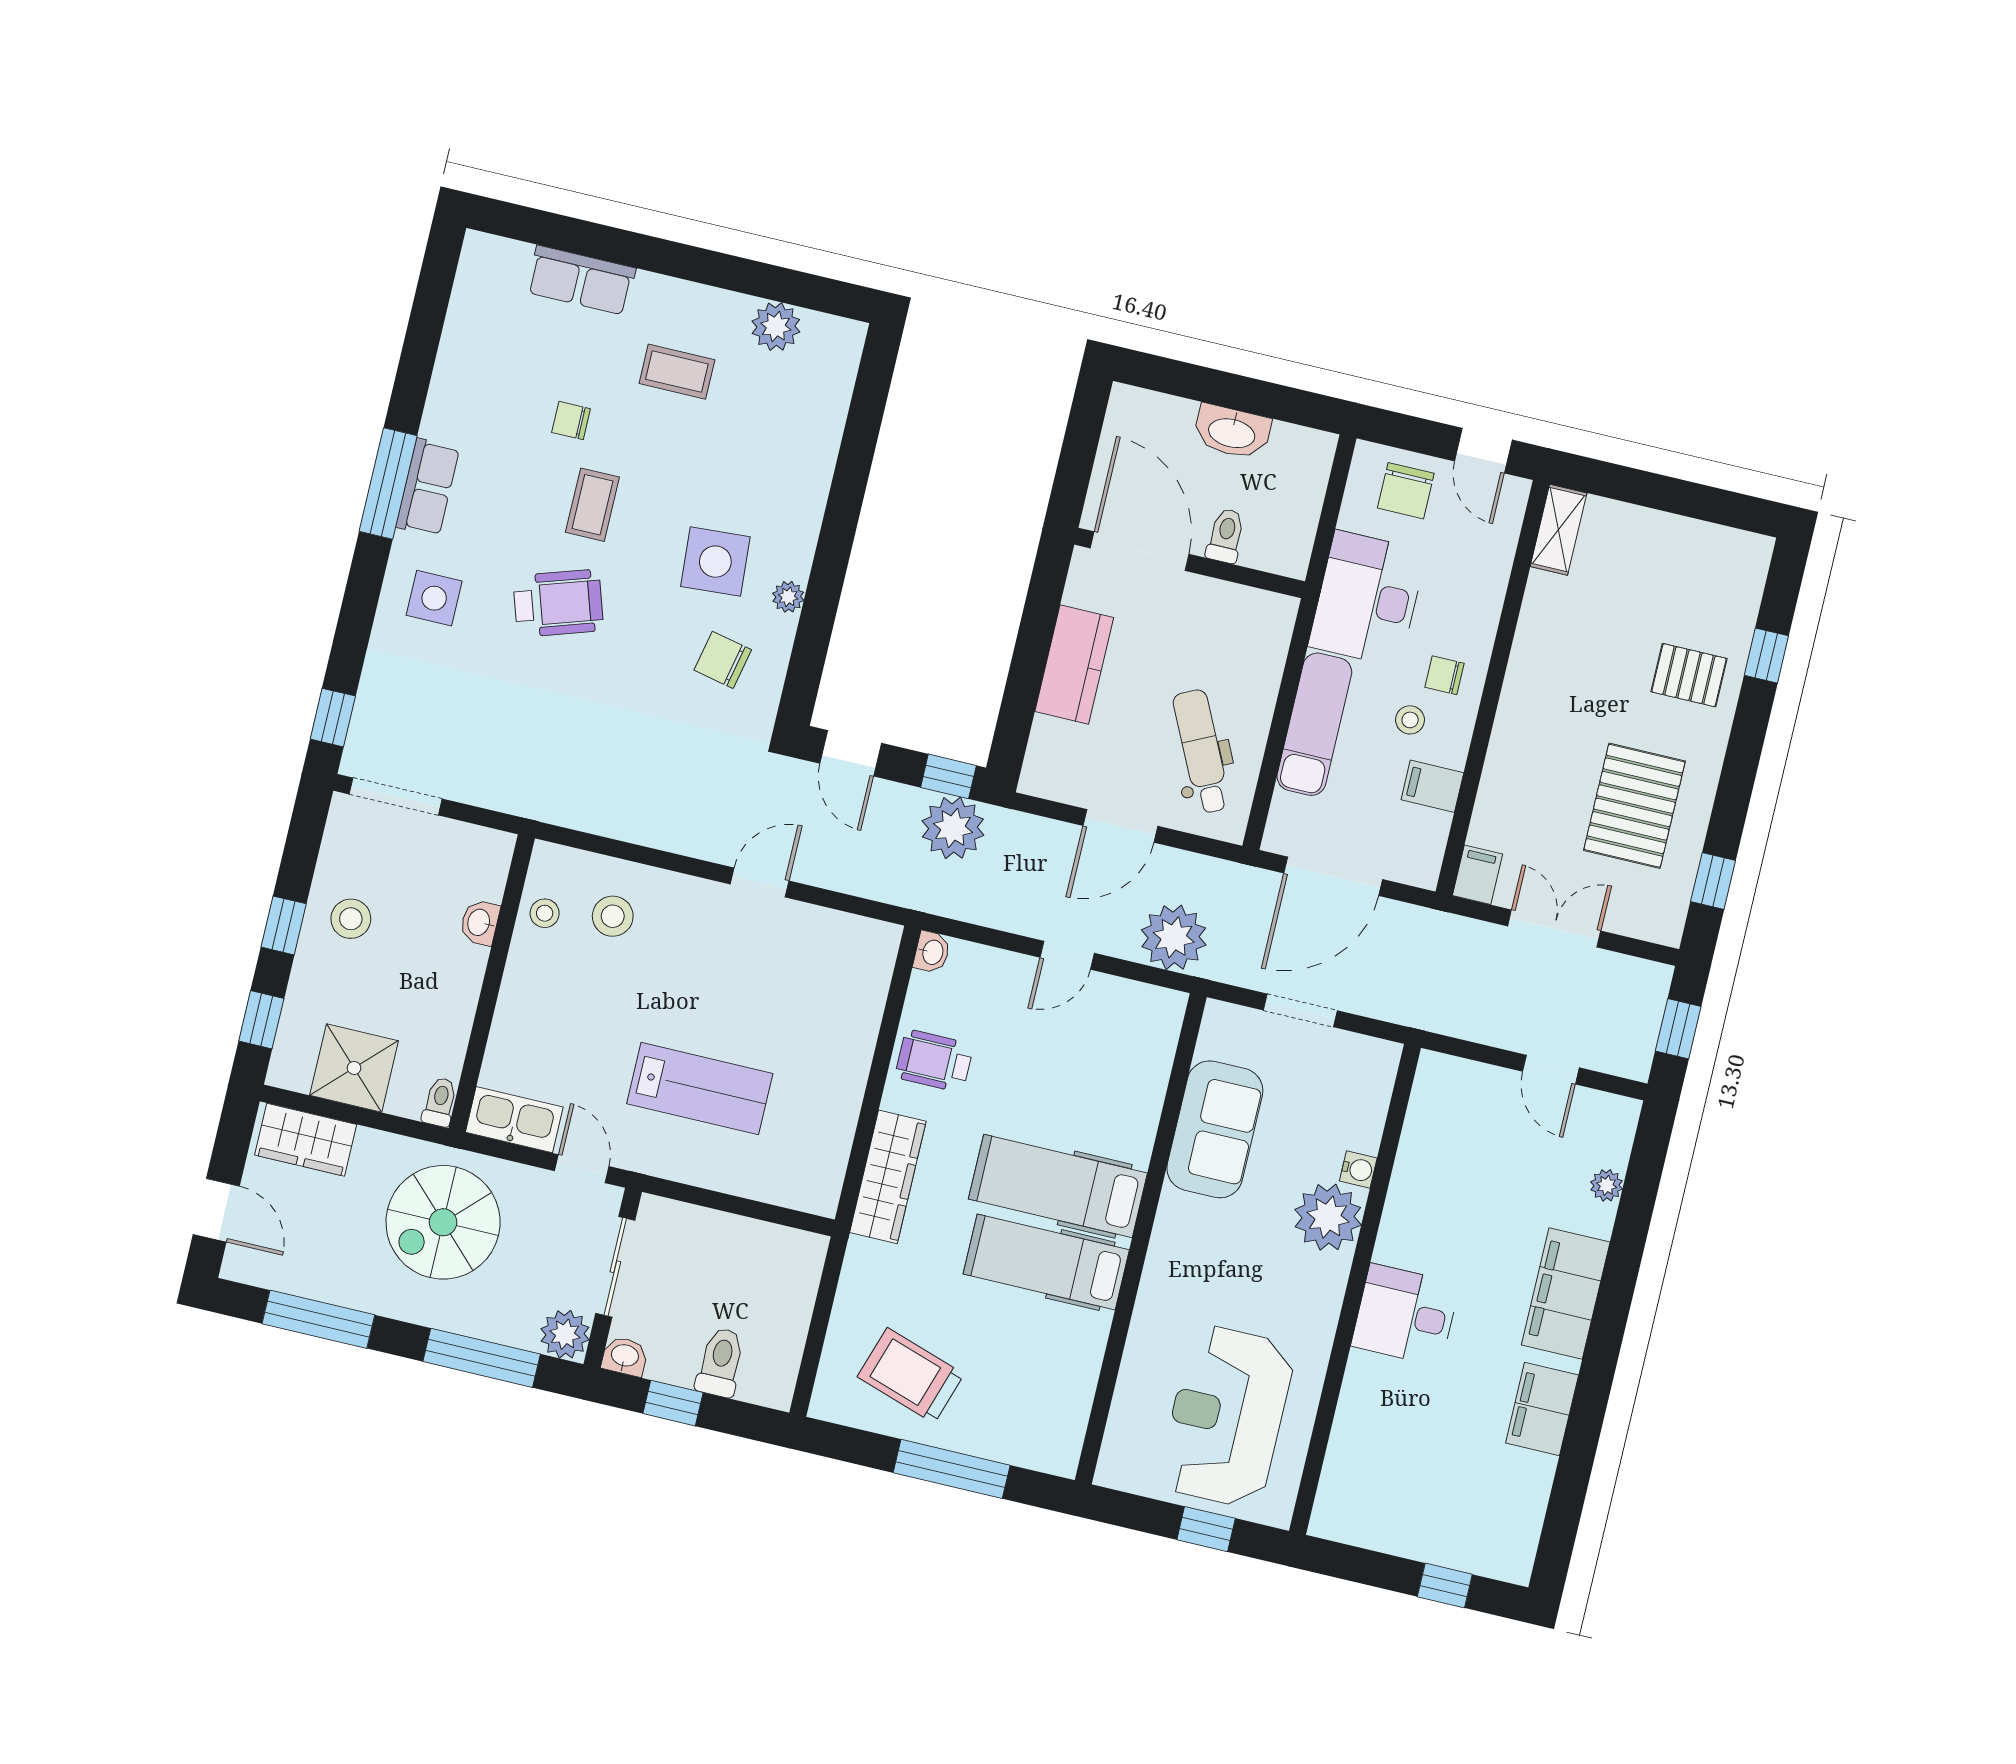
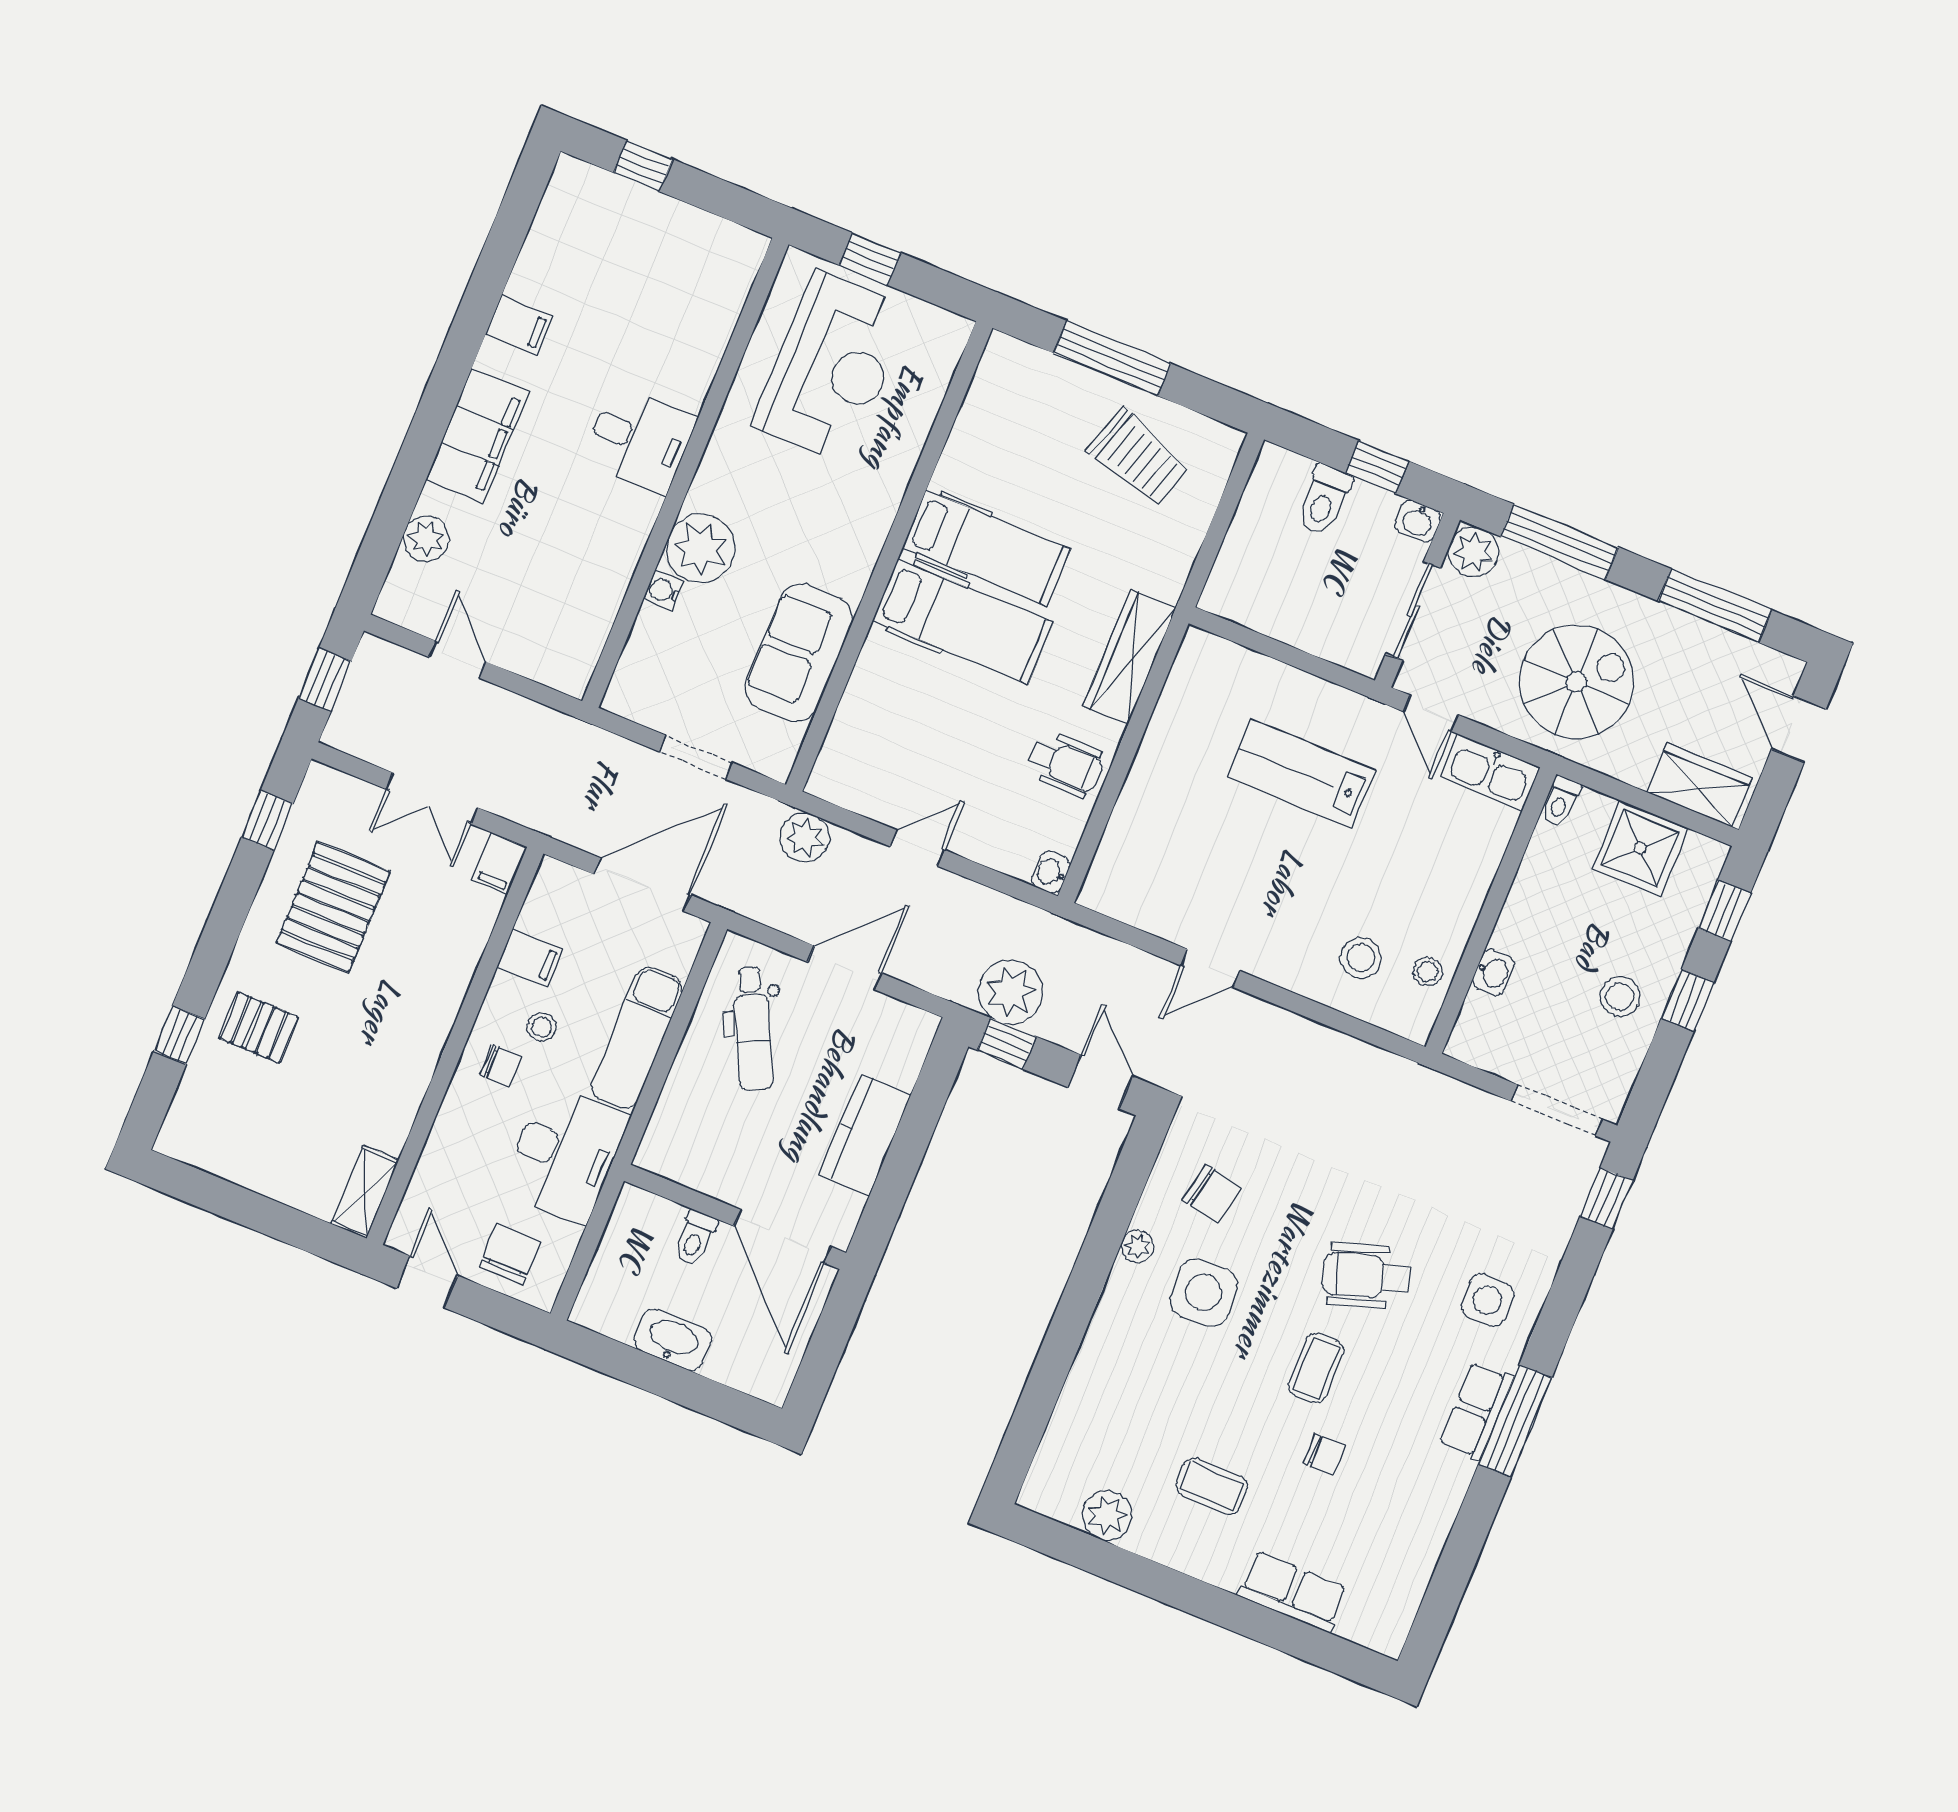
plant: (1174, 937) -> (805, 838), width x0.73, depth x0.73
plant: (1607, 1185) -> (426, 539), width x1.38, depth x1.38
filing cabinet: (1542, 1409) -> (519, 325), width x0.50

